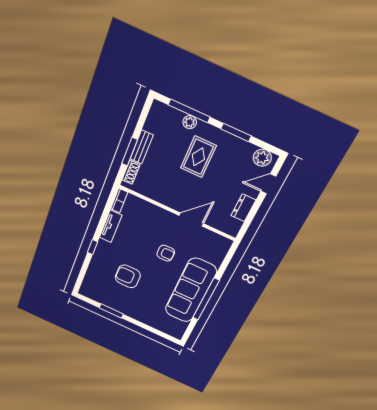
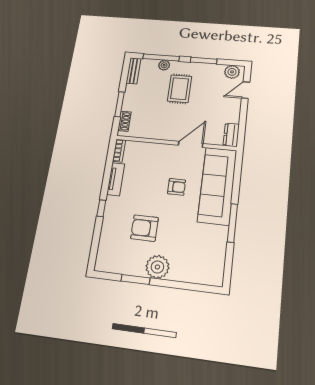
bench: (142, 147) -> (133, 71), moved
dresser: (243, 208) -> (231, 135), moved
sofa: (191, 291) -> (217, 186), moved
window: (206, 299) -> (232, 223), width x0.68
plant: (131, 309) -> (157, 267), added

